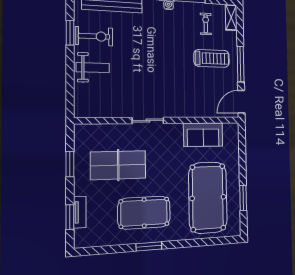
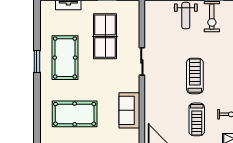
treadmill: (164, 59) -> (195, 76), added
pool table: (208, 198) -> (75, 114), width x0.73, depth x0.76

